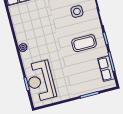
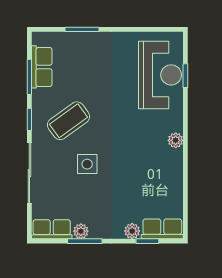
side table: (77, 11) -> (87, 164), moved
coffee table: (84, 43) -> (68, 121), turned -36

